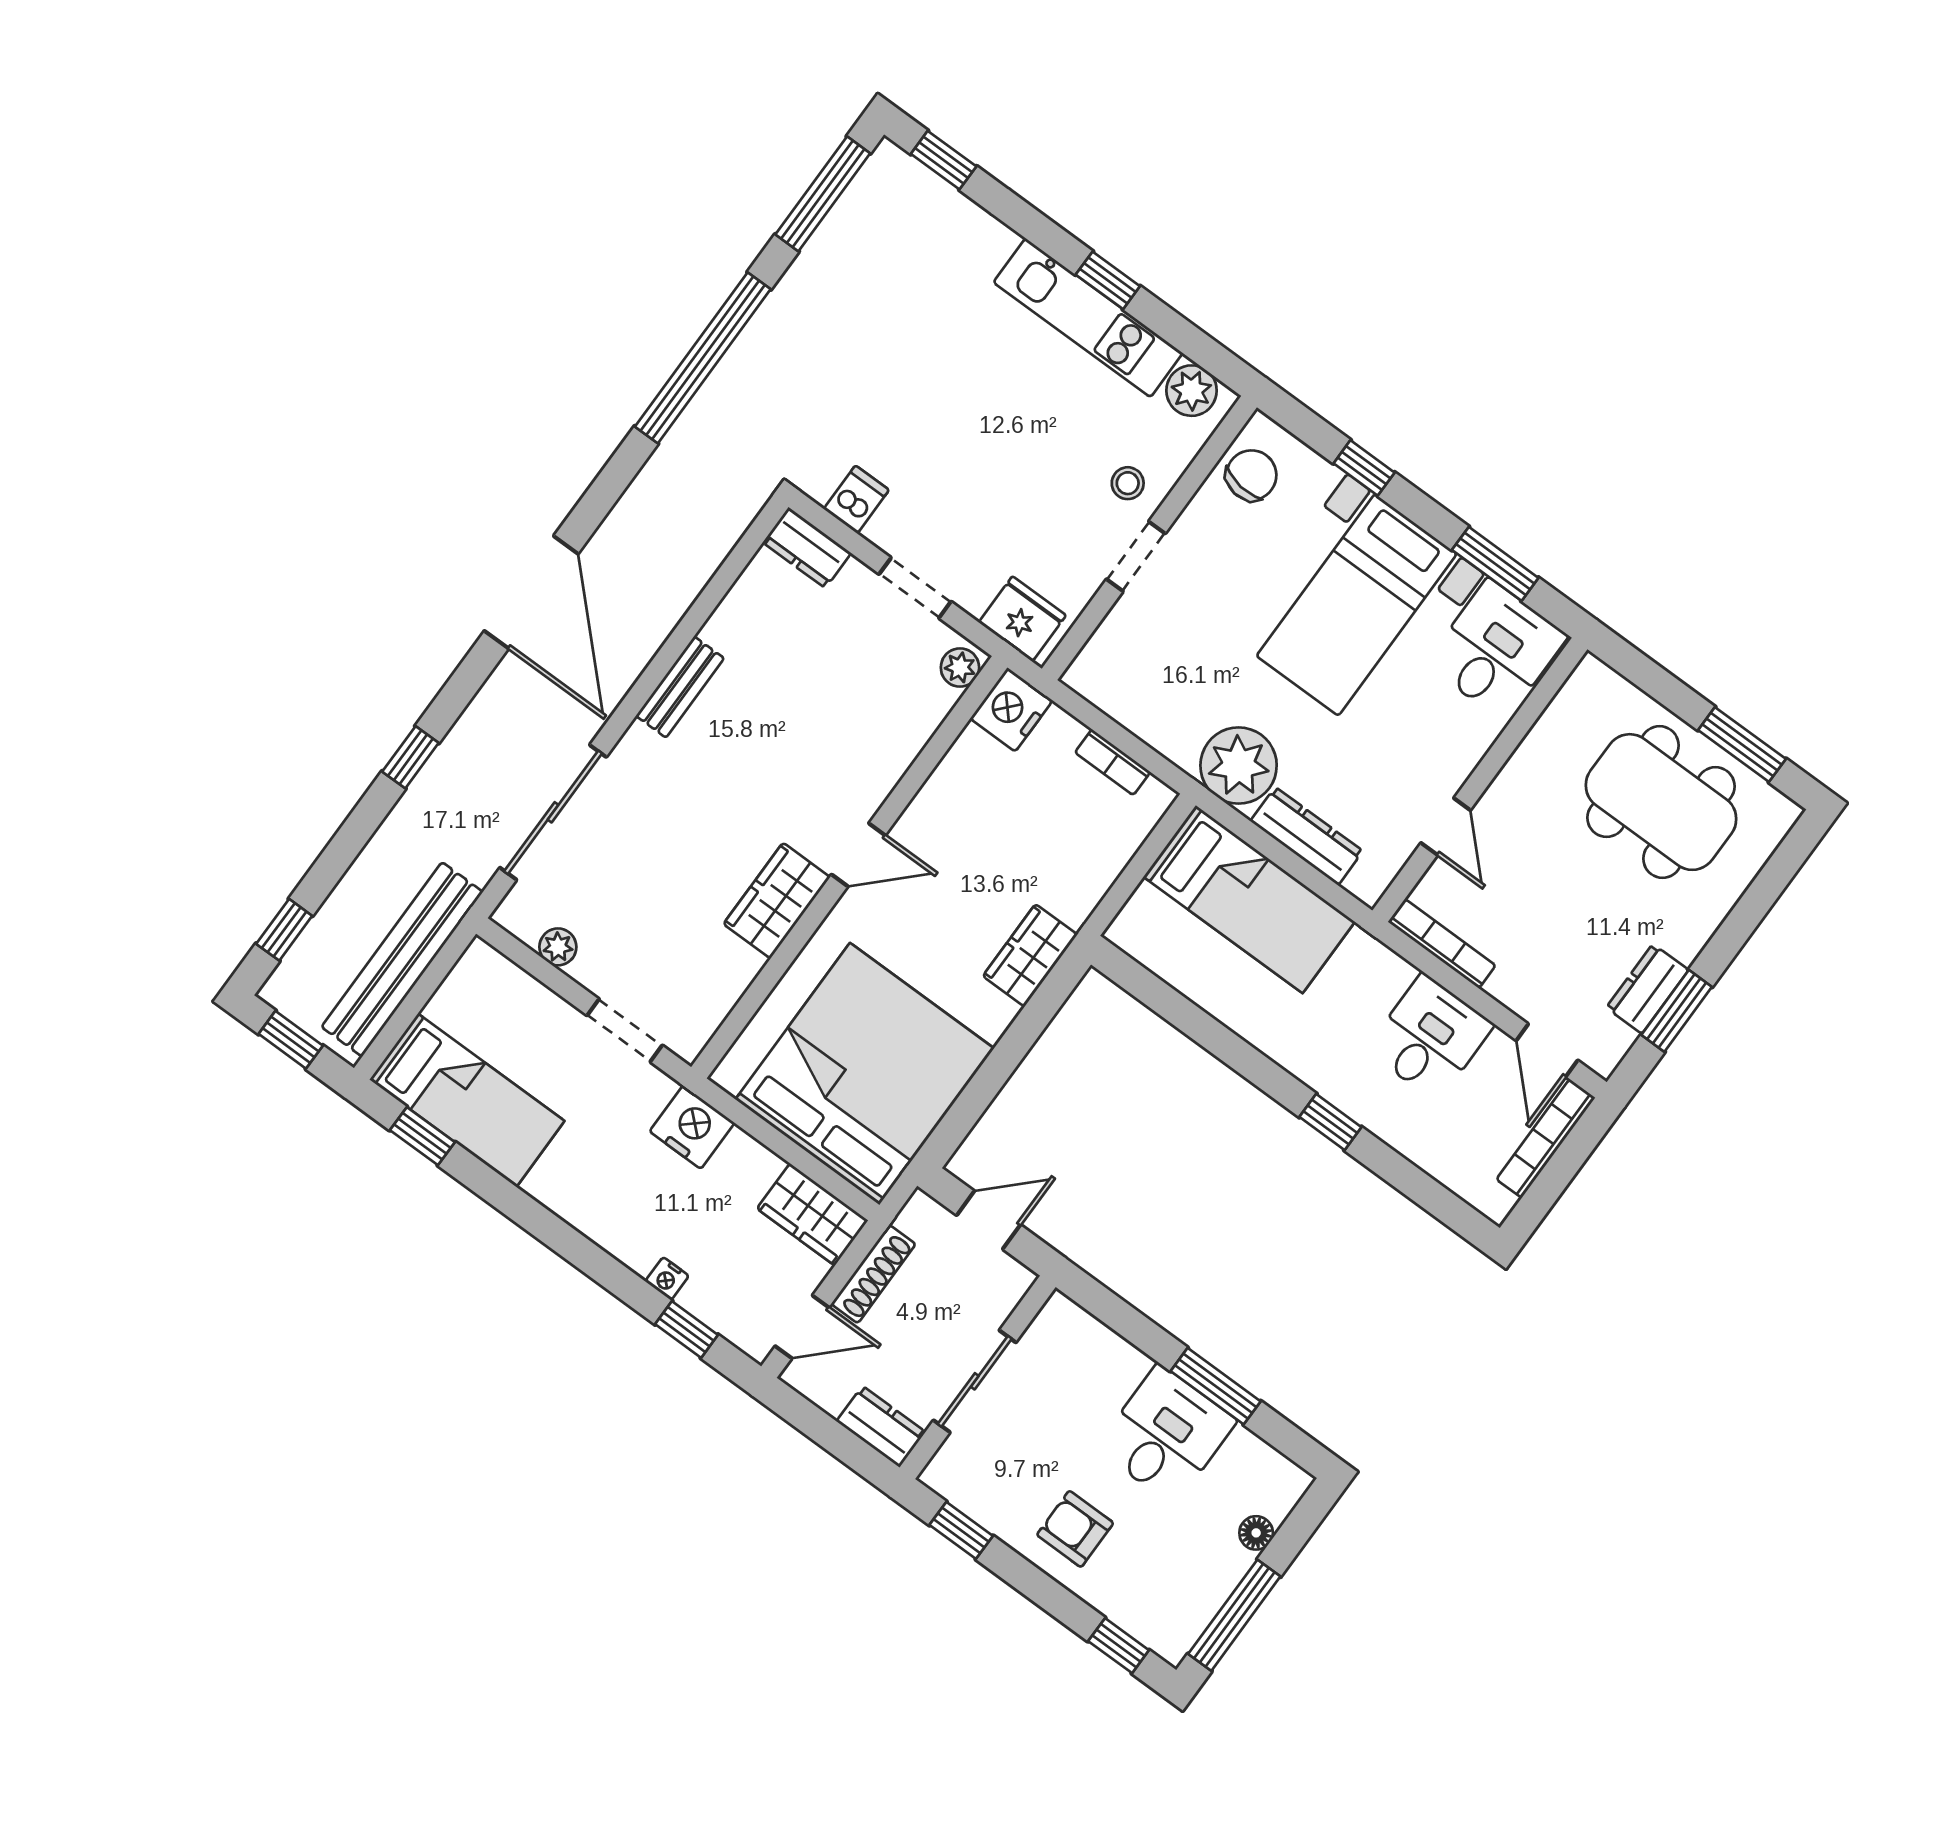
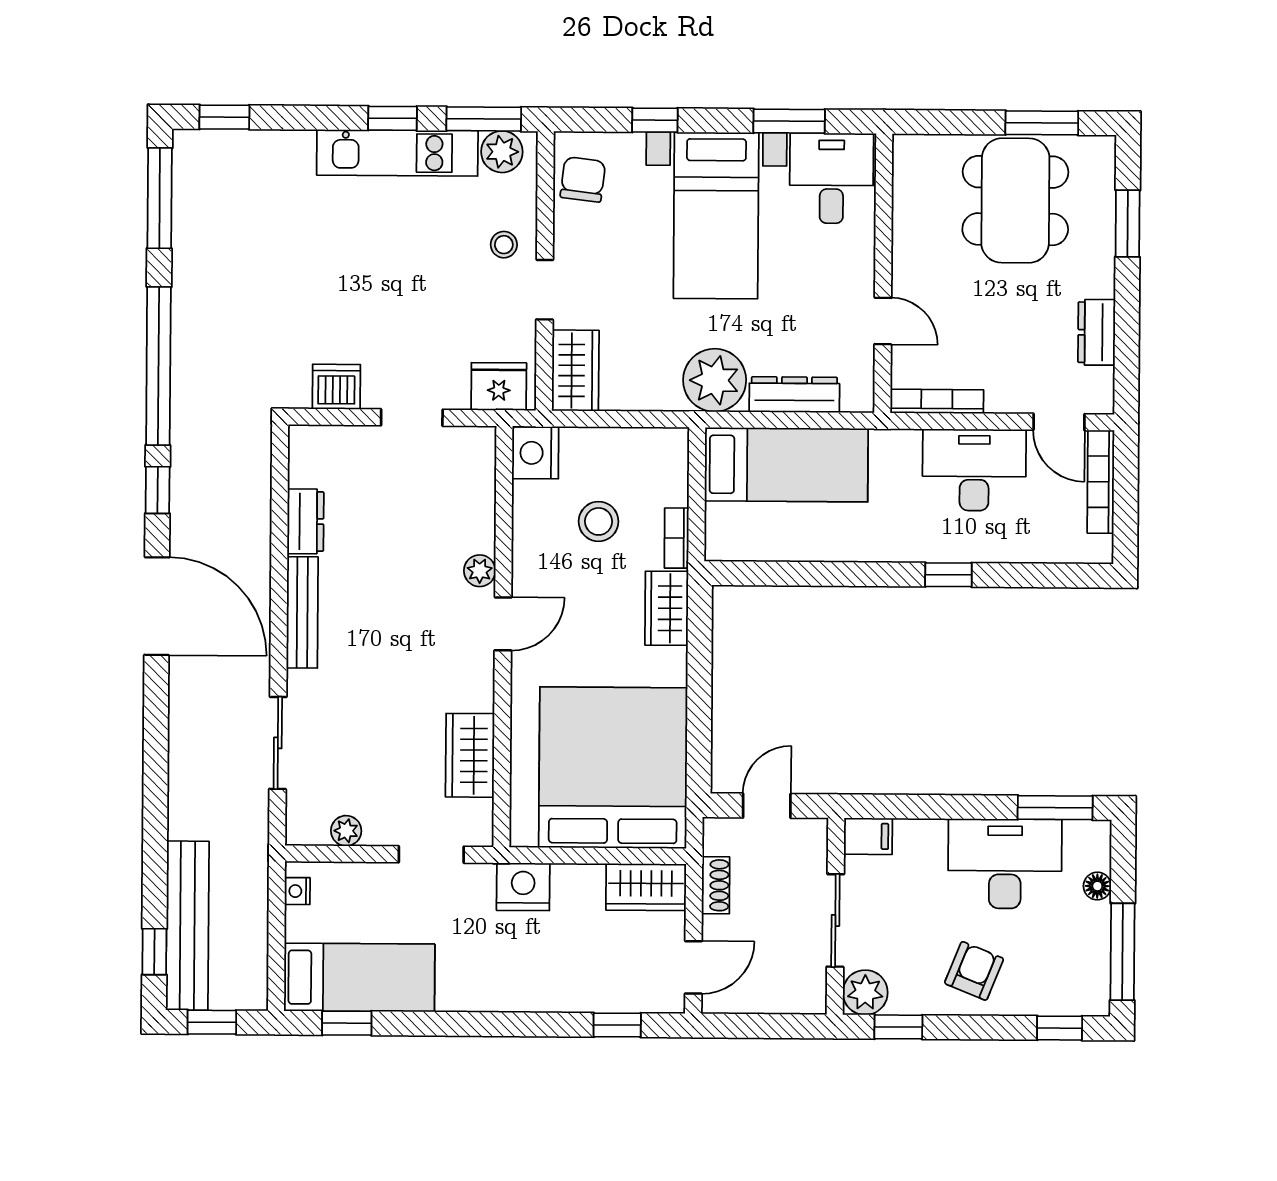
window: (1197, 346) -> (484, 119), added
dishwasher: (856, 499) -> (336, 387), width x1.38
dresser: (807, 548) -> (305, 521), moved, turned -90
wardrobe: (1109, 657) -> (575, 370), added
plant: (960, 667) -> (480, 571), moved
bench: (680, 687) -> (302, 612), width x1.36
window: (410, 757) -> (158, 490), moved
bookcase: (1113, 762) -> (677, 538), moved, turned 90
dining table: (1661, 802) -> (1015, 201), turned 90
sliding door: (553, 812) -> (278, 743), width x0.73
stool: (1025, 822) -> (599, 521), added
wardrobe: (777, 901) -> (470, 755), moved
bench: (402, 959) -> (187, 926), moved
window: (1677, 1011) -> (1128, 224), moved
desk: (1430, 1037) -> (974, 470), width x1.37
shoe rack: (873, 1274) -> (716, 885), width x0.70
nightstand: (667, 1279) -> (297, 891), moved, turned 90
filing cabinet: (1066, 1322) -> (868, 836), added
window: (1216, 1386) -> (1055, 808), moved
dresser: (881, 1427) -> (794, 996), removed
desk: (1166, 1435) -> (1005, 864), width x1.37
plant: (953, 1473) -> (865, 992), added
armchair: (1075, 1529) -> (974, 971), turned 112

